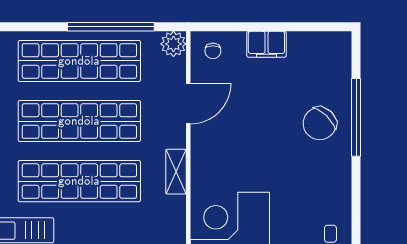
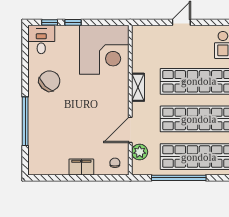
plant: (173, 44) -> (140, 152), moved
chair: (320, 123) -> (49, 81), moved

